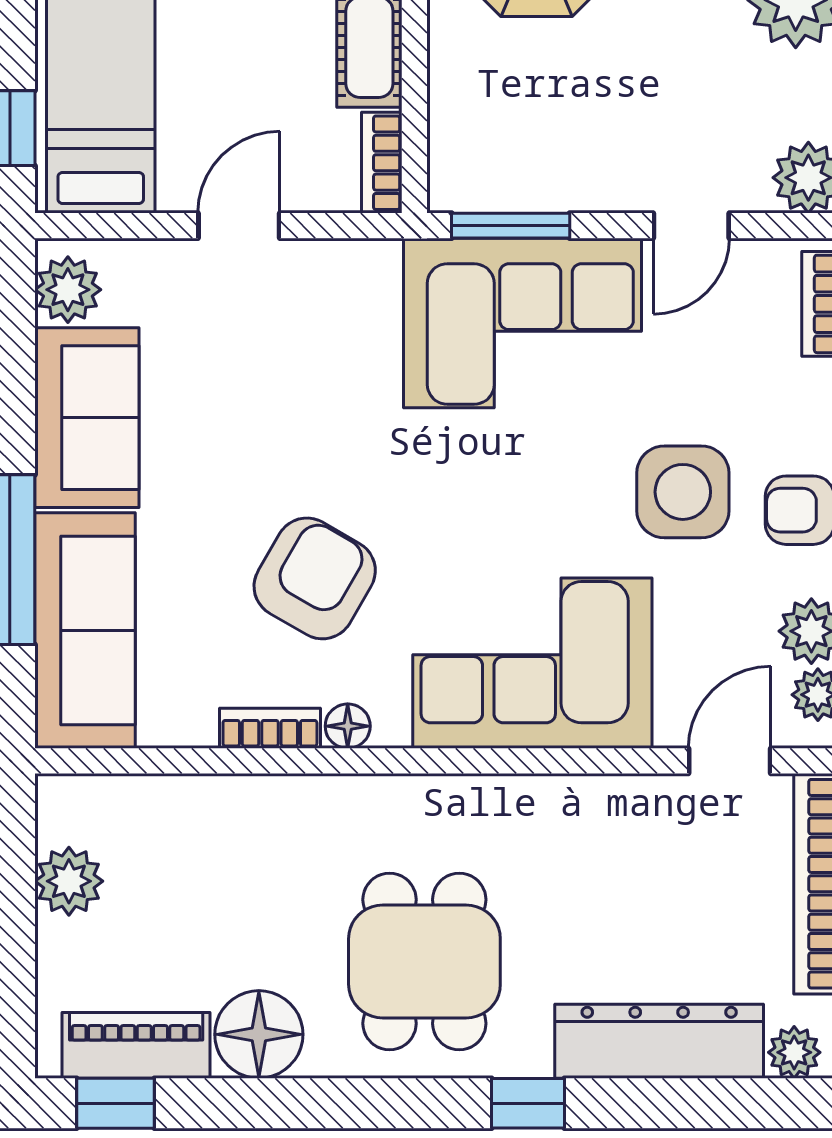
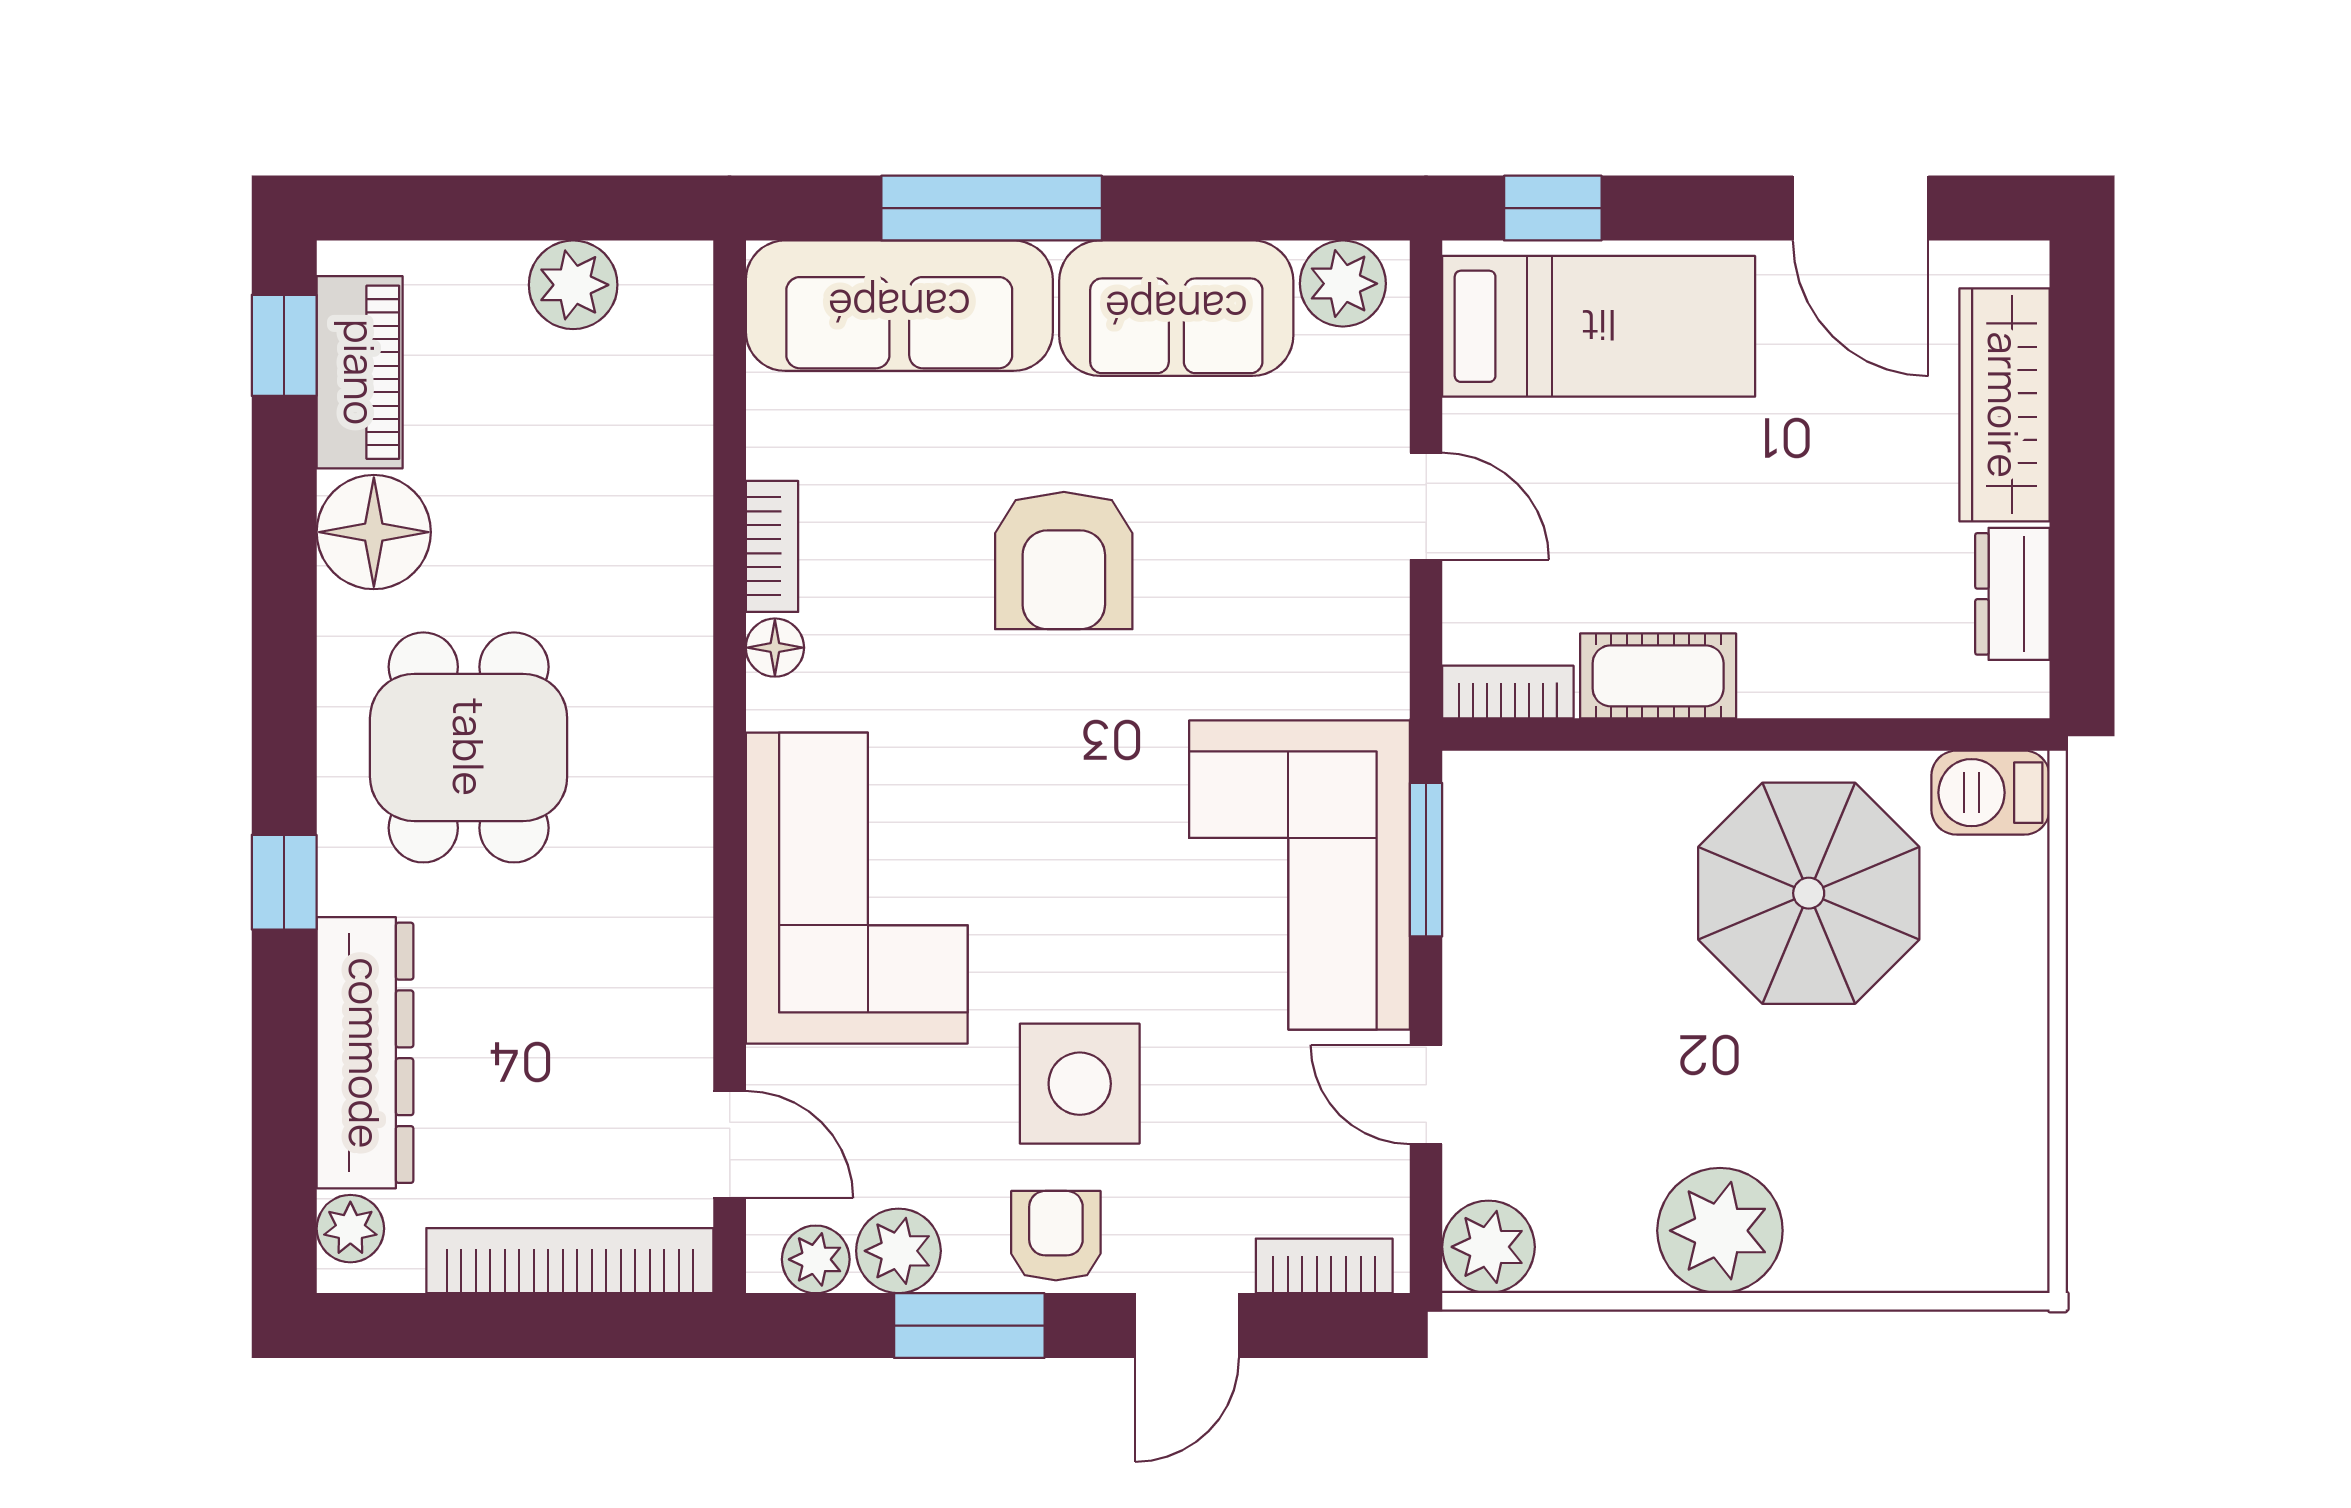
armchair: (315, 578) -> (1064, 561), moved, turned 60
dining table: (424, 962) -> (469, 747), turned 90

